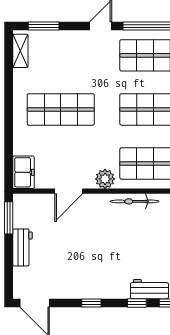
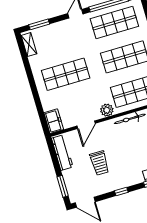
window: (9, 218) -> (63, 186), moved
workbench: (22, 247) -> (62, 153), moved, width x1.38
trolley: (72, 252) -> (100, 163), added

